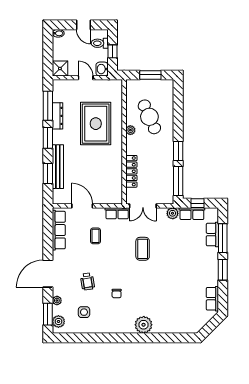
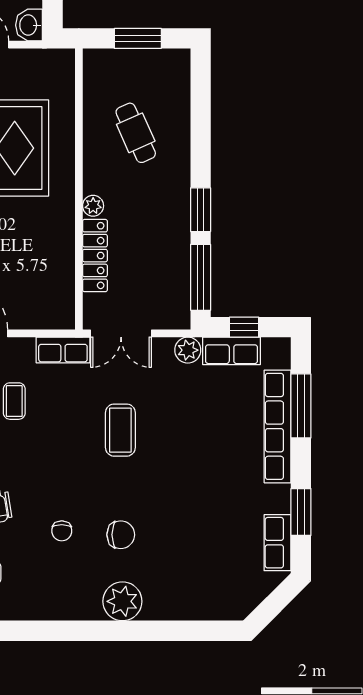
cafe table: (149, 117) -> (136, 133), width x0.73, depth x0.74
plant: (130, 130) -> (93, 206), moved
row of seats: (212, 235) -> (278, 426), width x2.02
window: (223, 270) -> (301, 512), moved
chair: (143, 295) -> (121, 535), added

